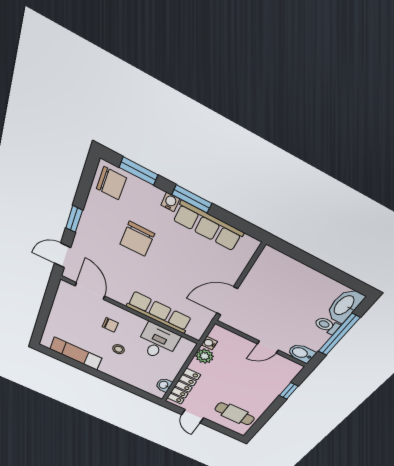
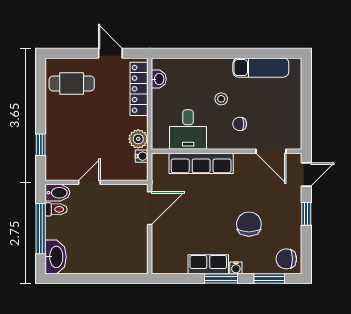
row of seats: (208, 226) -> (208, 264), width x0.68
toilet: (327, 325) -> (56, 209), moved

